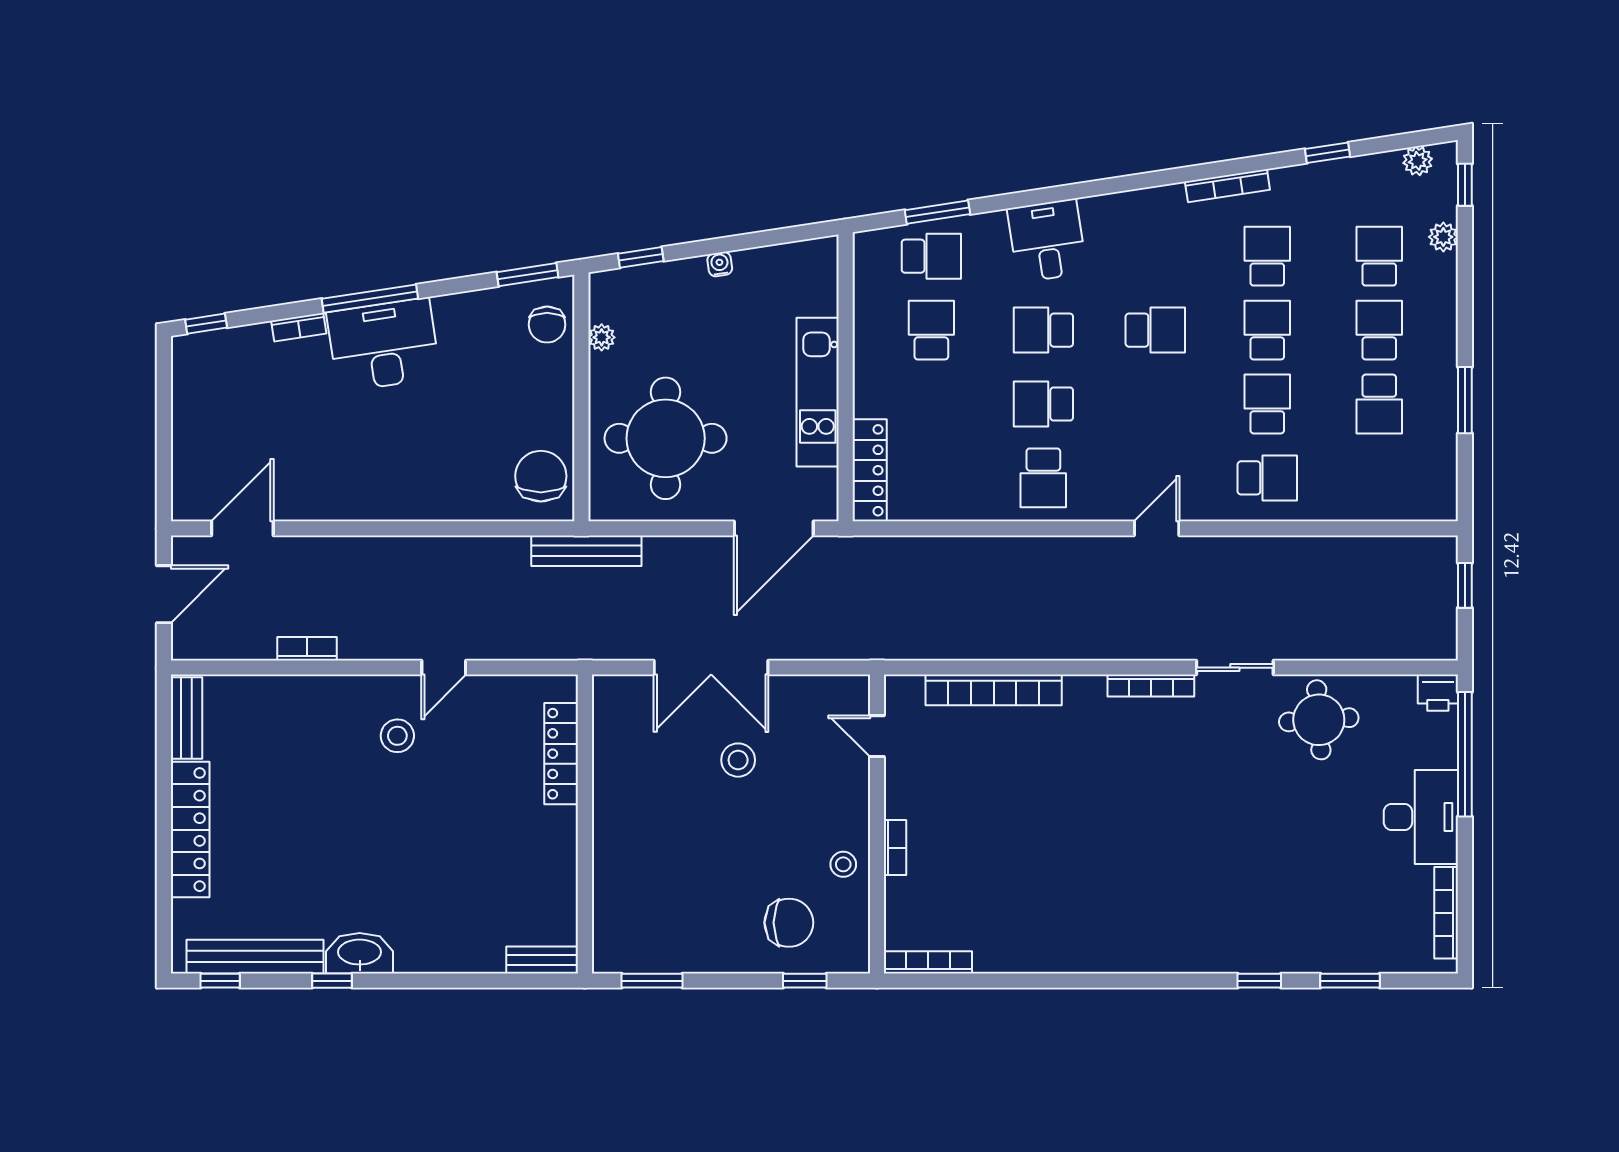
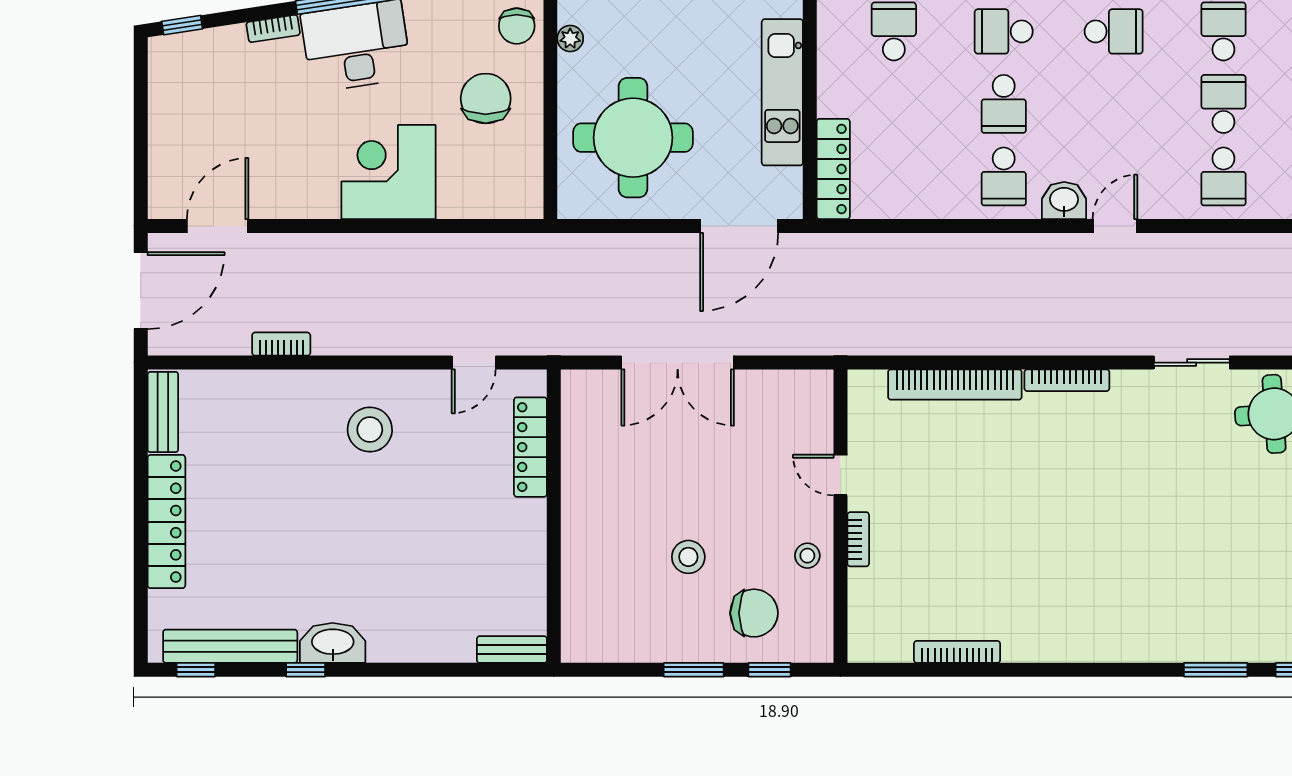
school desk: (1043, 404) -> (1004, 104), turned -90
corner desk: (416, 473) -> (389, 172), added
chair: (541, 476) -> (486, 99), moved
school desk: (1267, 478) -> (1223, 176), turned 90
washbasin: (1105, 502) -> (1064, 200), added
bench: (586, 551) -> (555, 248), removed
door: (164, 594) -> (141, 291), width x1.36
door: (444, 668) -> (474, 363), moved
bookcase: (1151, 686) -> (1067, 380), moved
stool: (397, 736) -> (370, 430), width x1.38, depth x1.38
door: (877, 736) -> (841, 475), moved
stool: (738, 760) -> (688, 557), moved
bookcase: (928, 962) -> (957, 652), moved
window: (652, 981) -> (694, 670), moved
window: (1259, 981) -> (1216, 670), width x1.50

